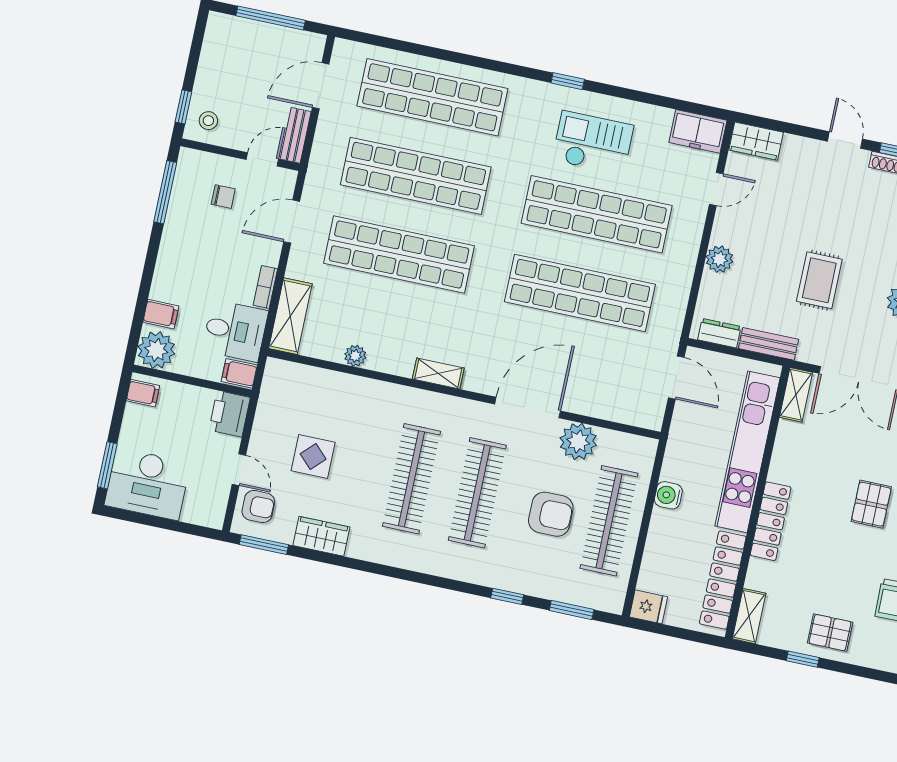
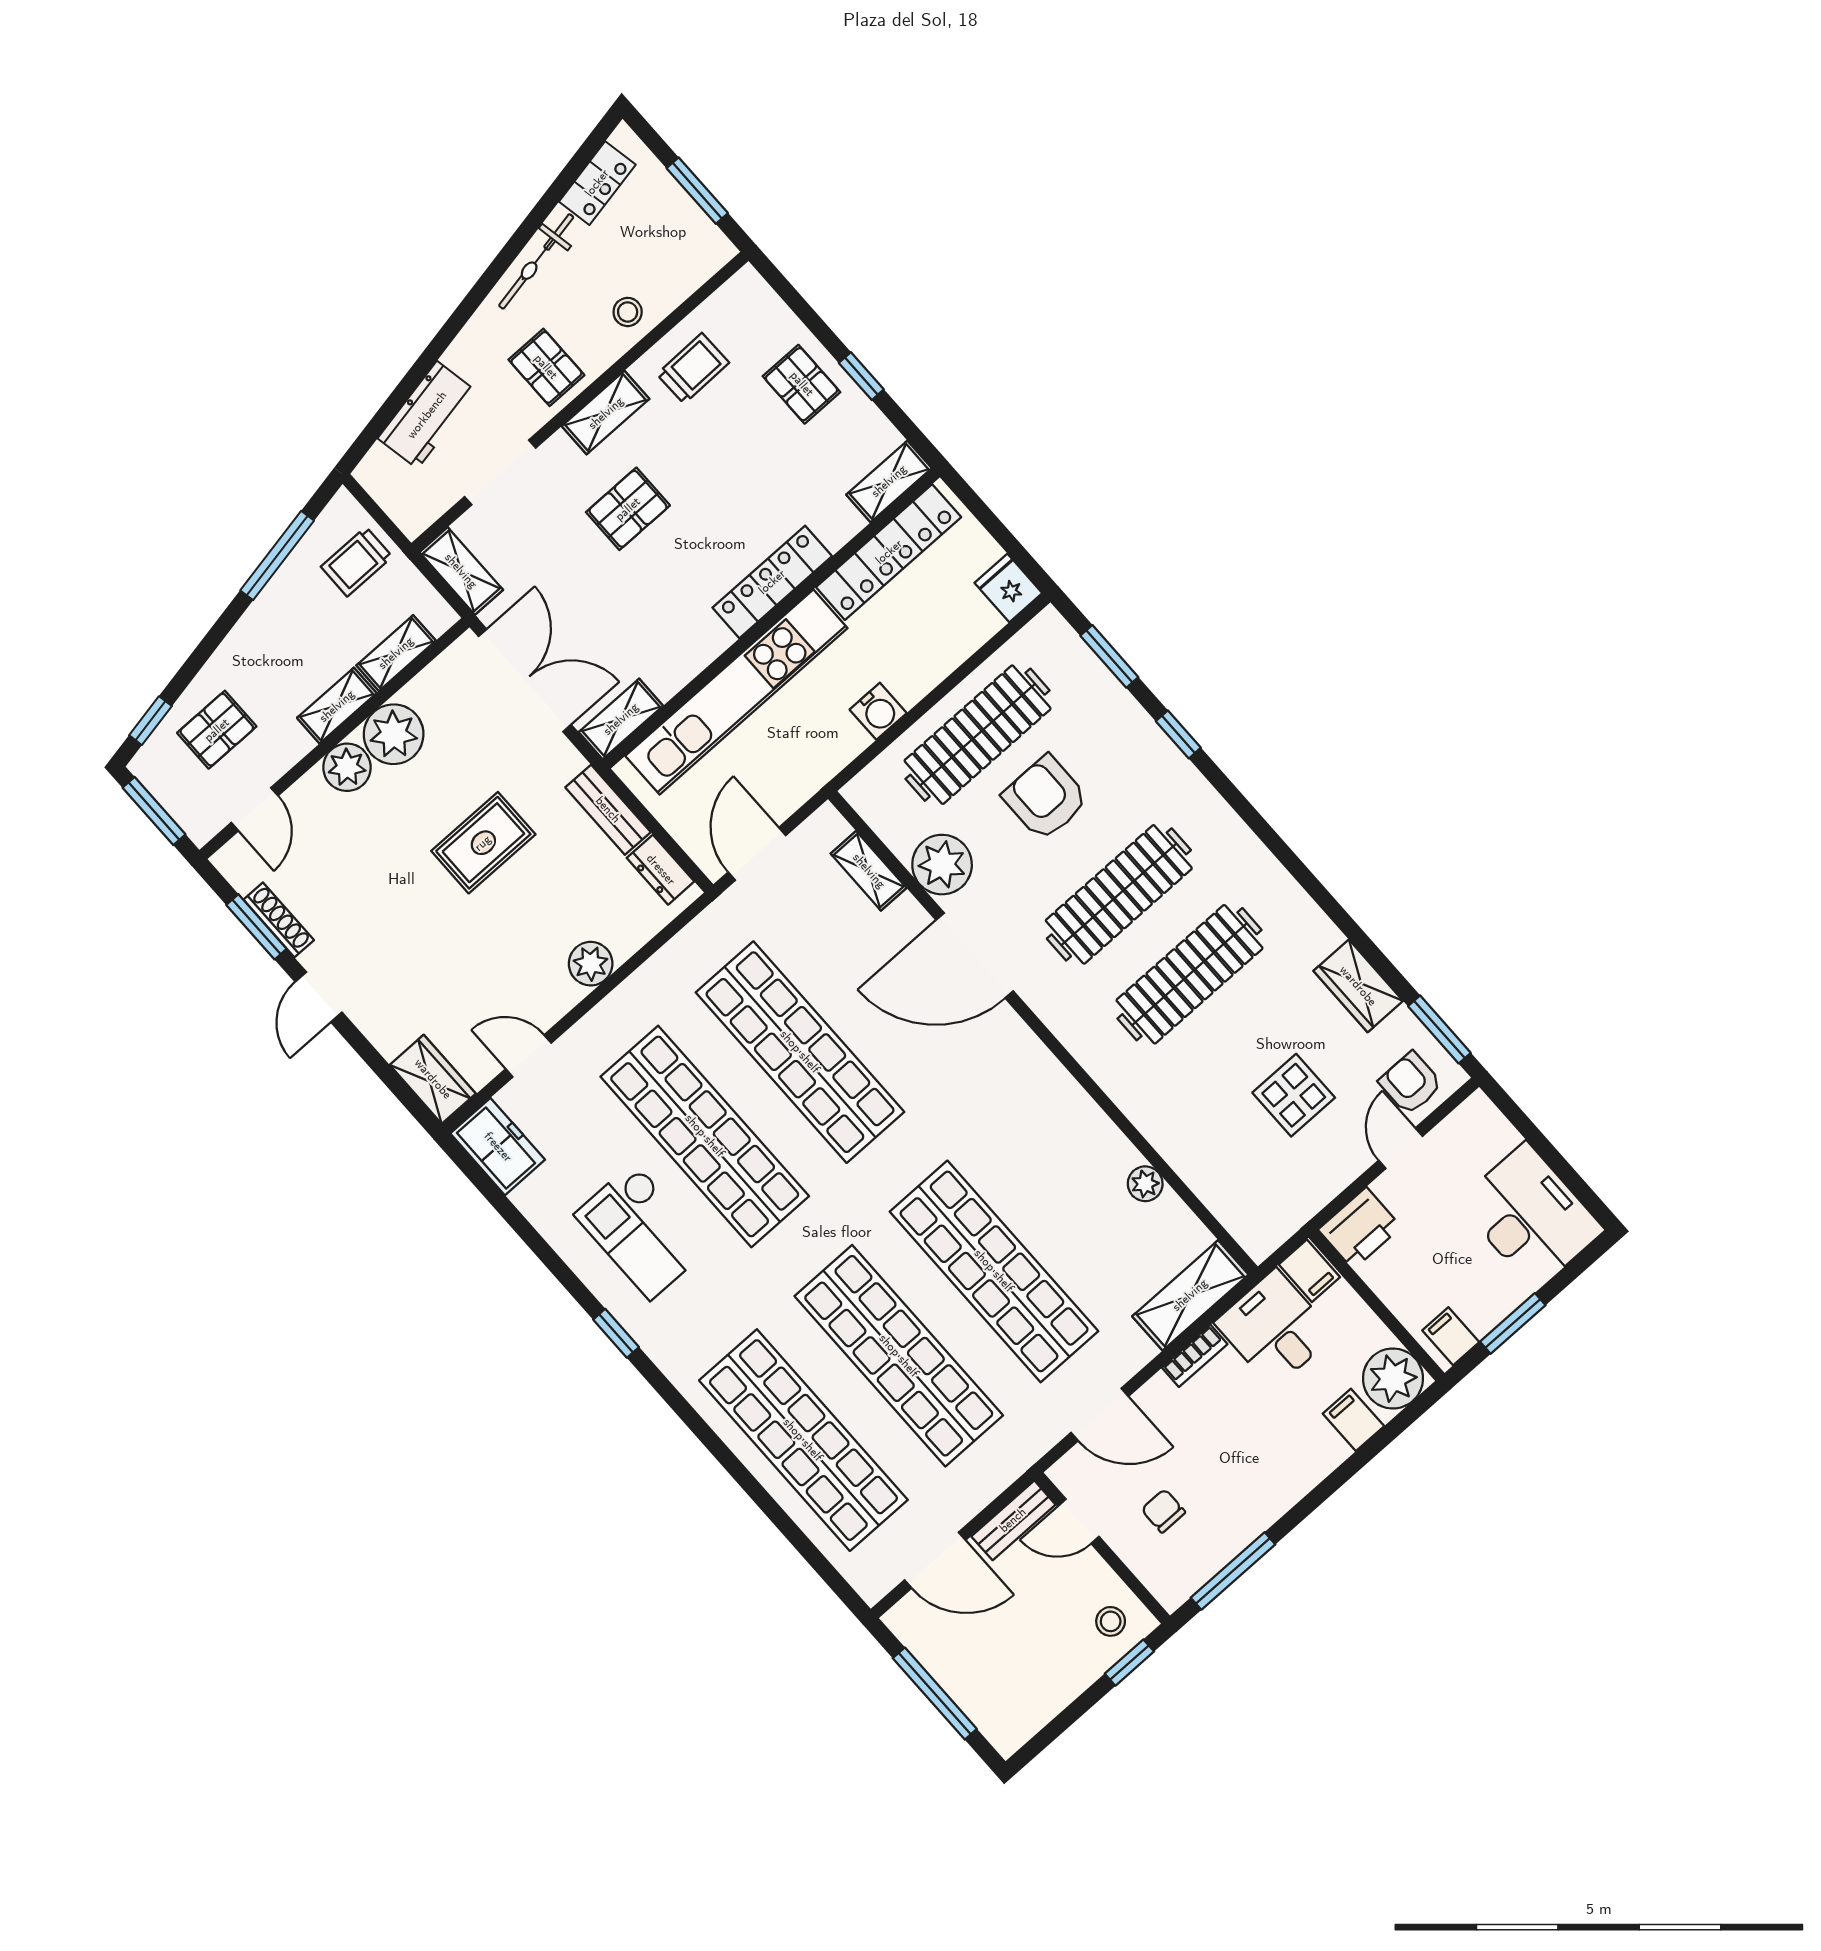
shelving: (438, 374) -> (869, 871), moved
window: (107, 465) -> (1513, 1323), moved

